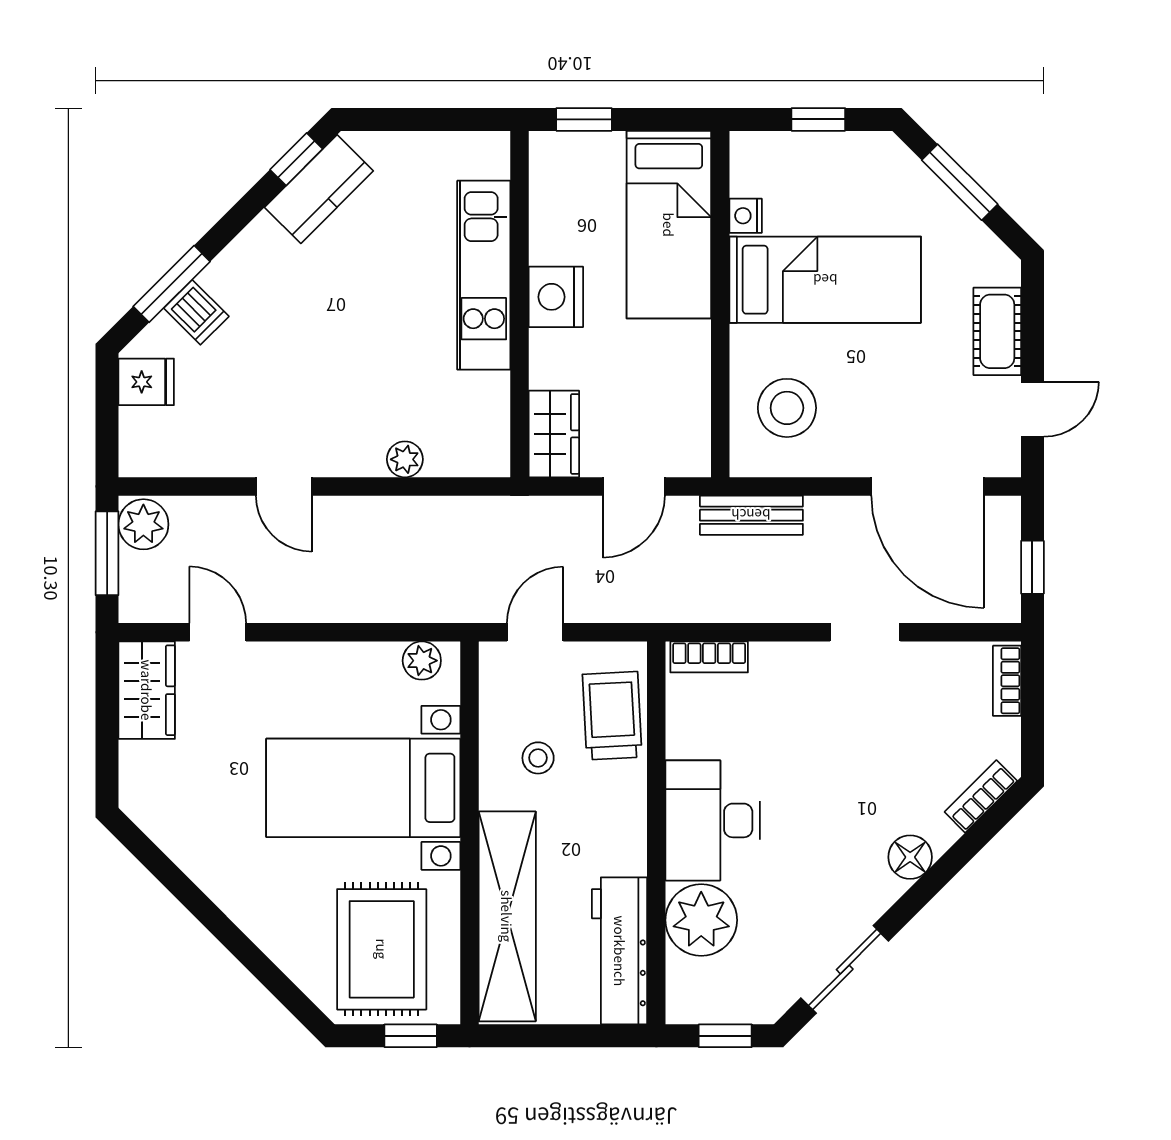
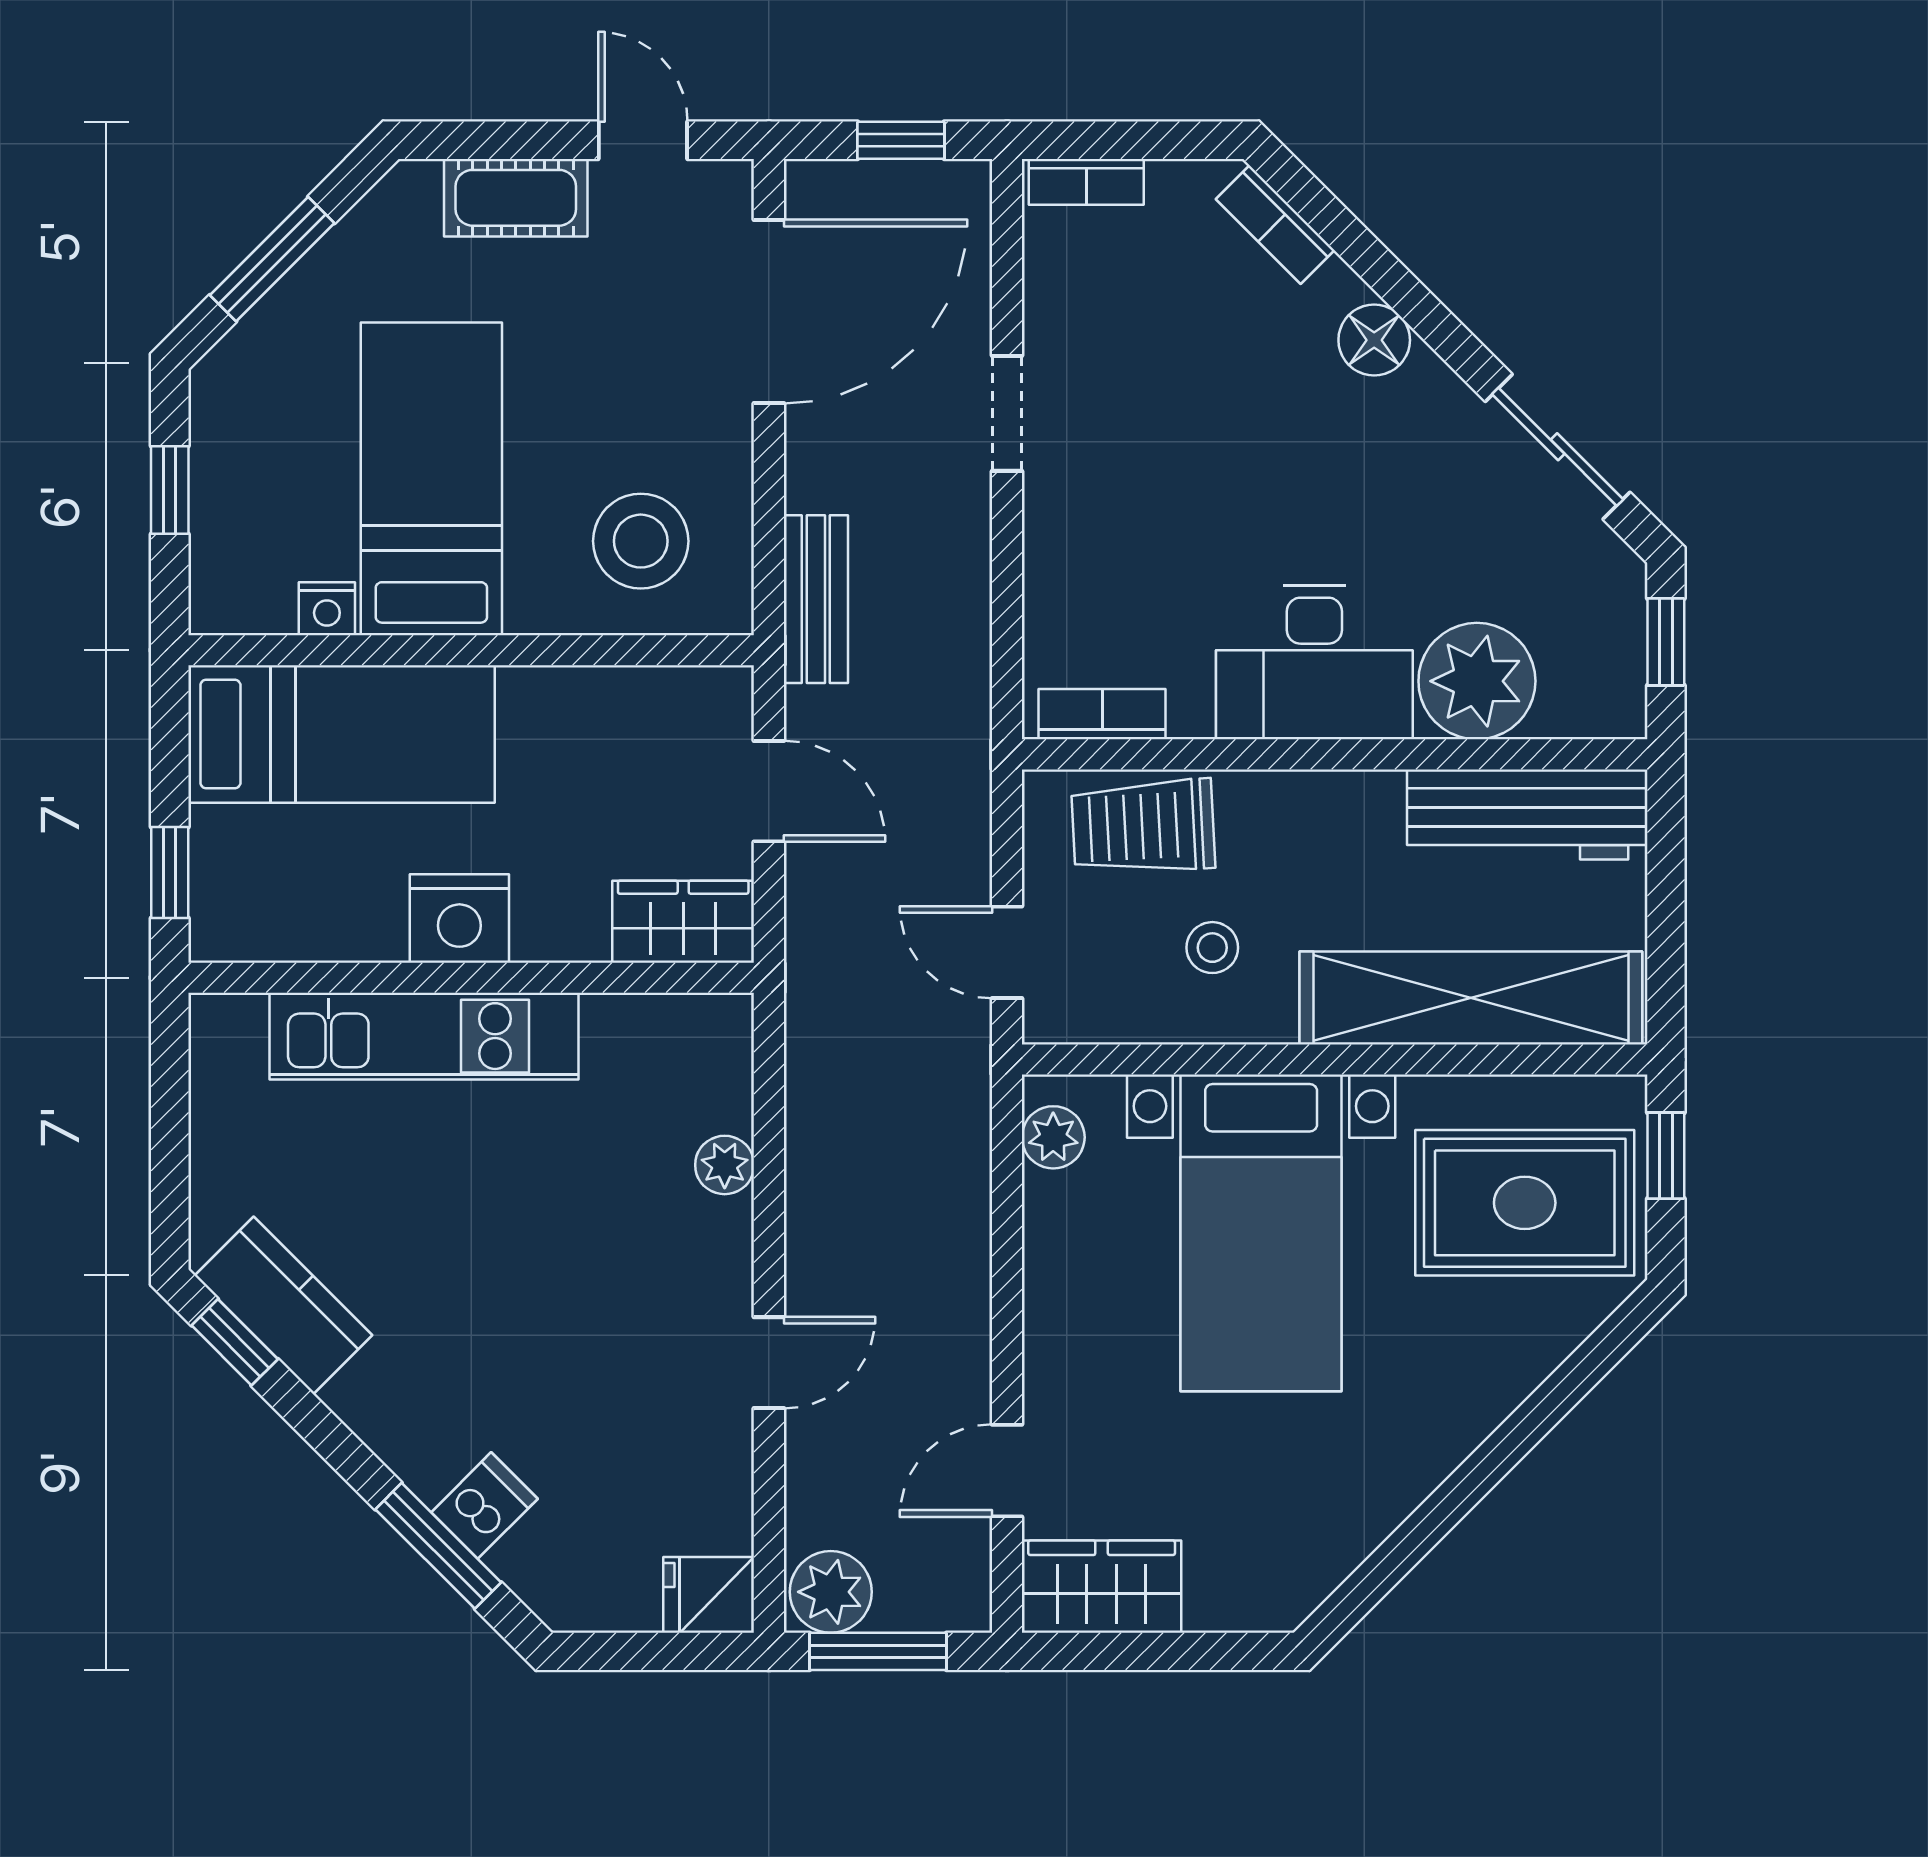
fridge: (146, 382) -> (709, 1595), moved, turned -90
bookcase: (709, 657) -> (1102, 714), moved, turned -90

